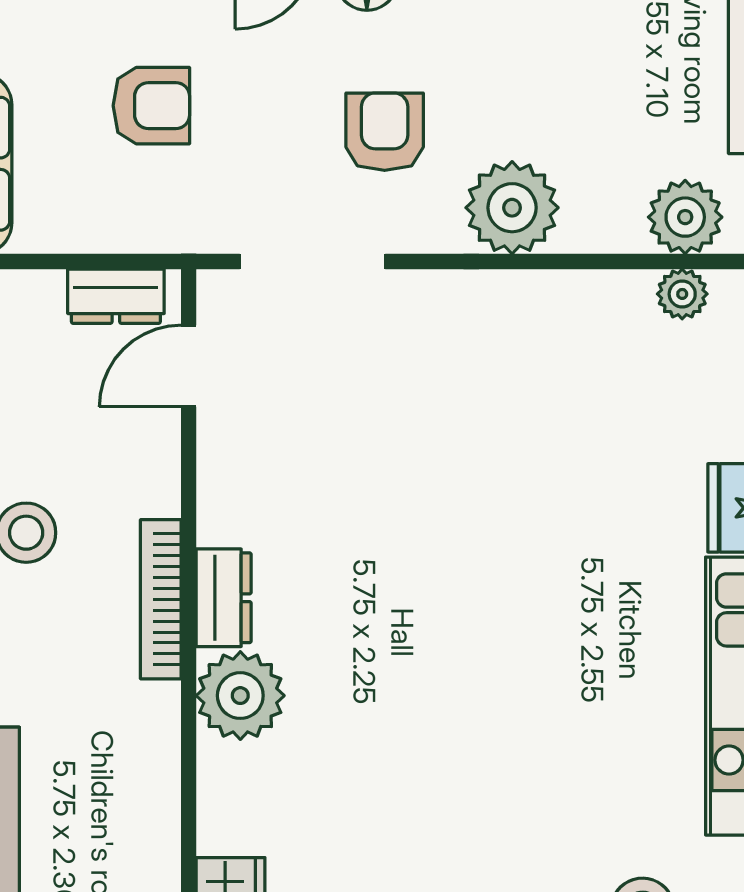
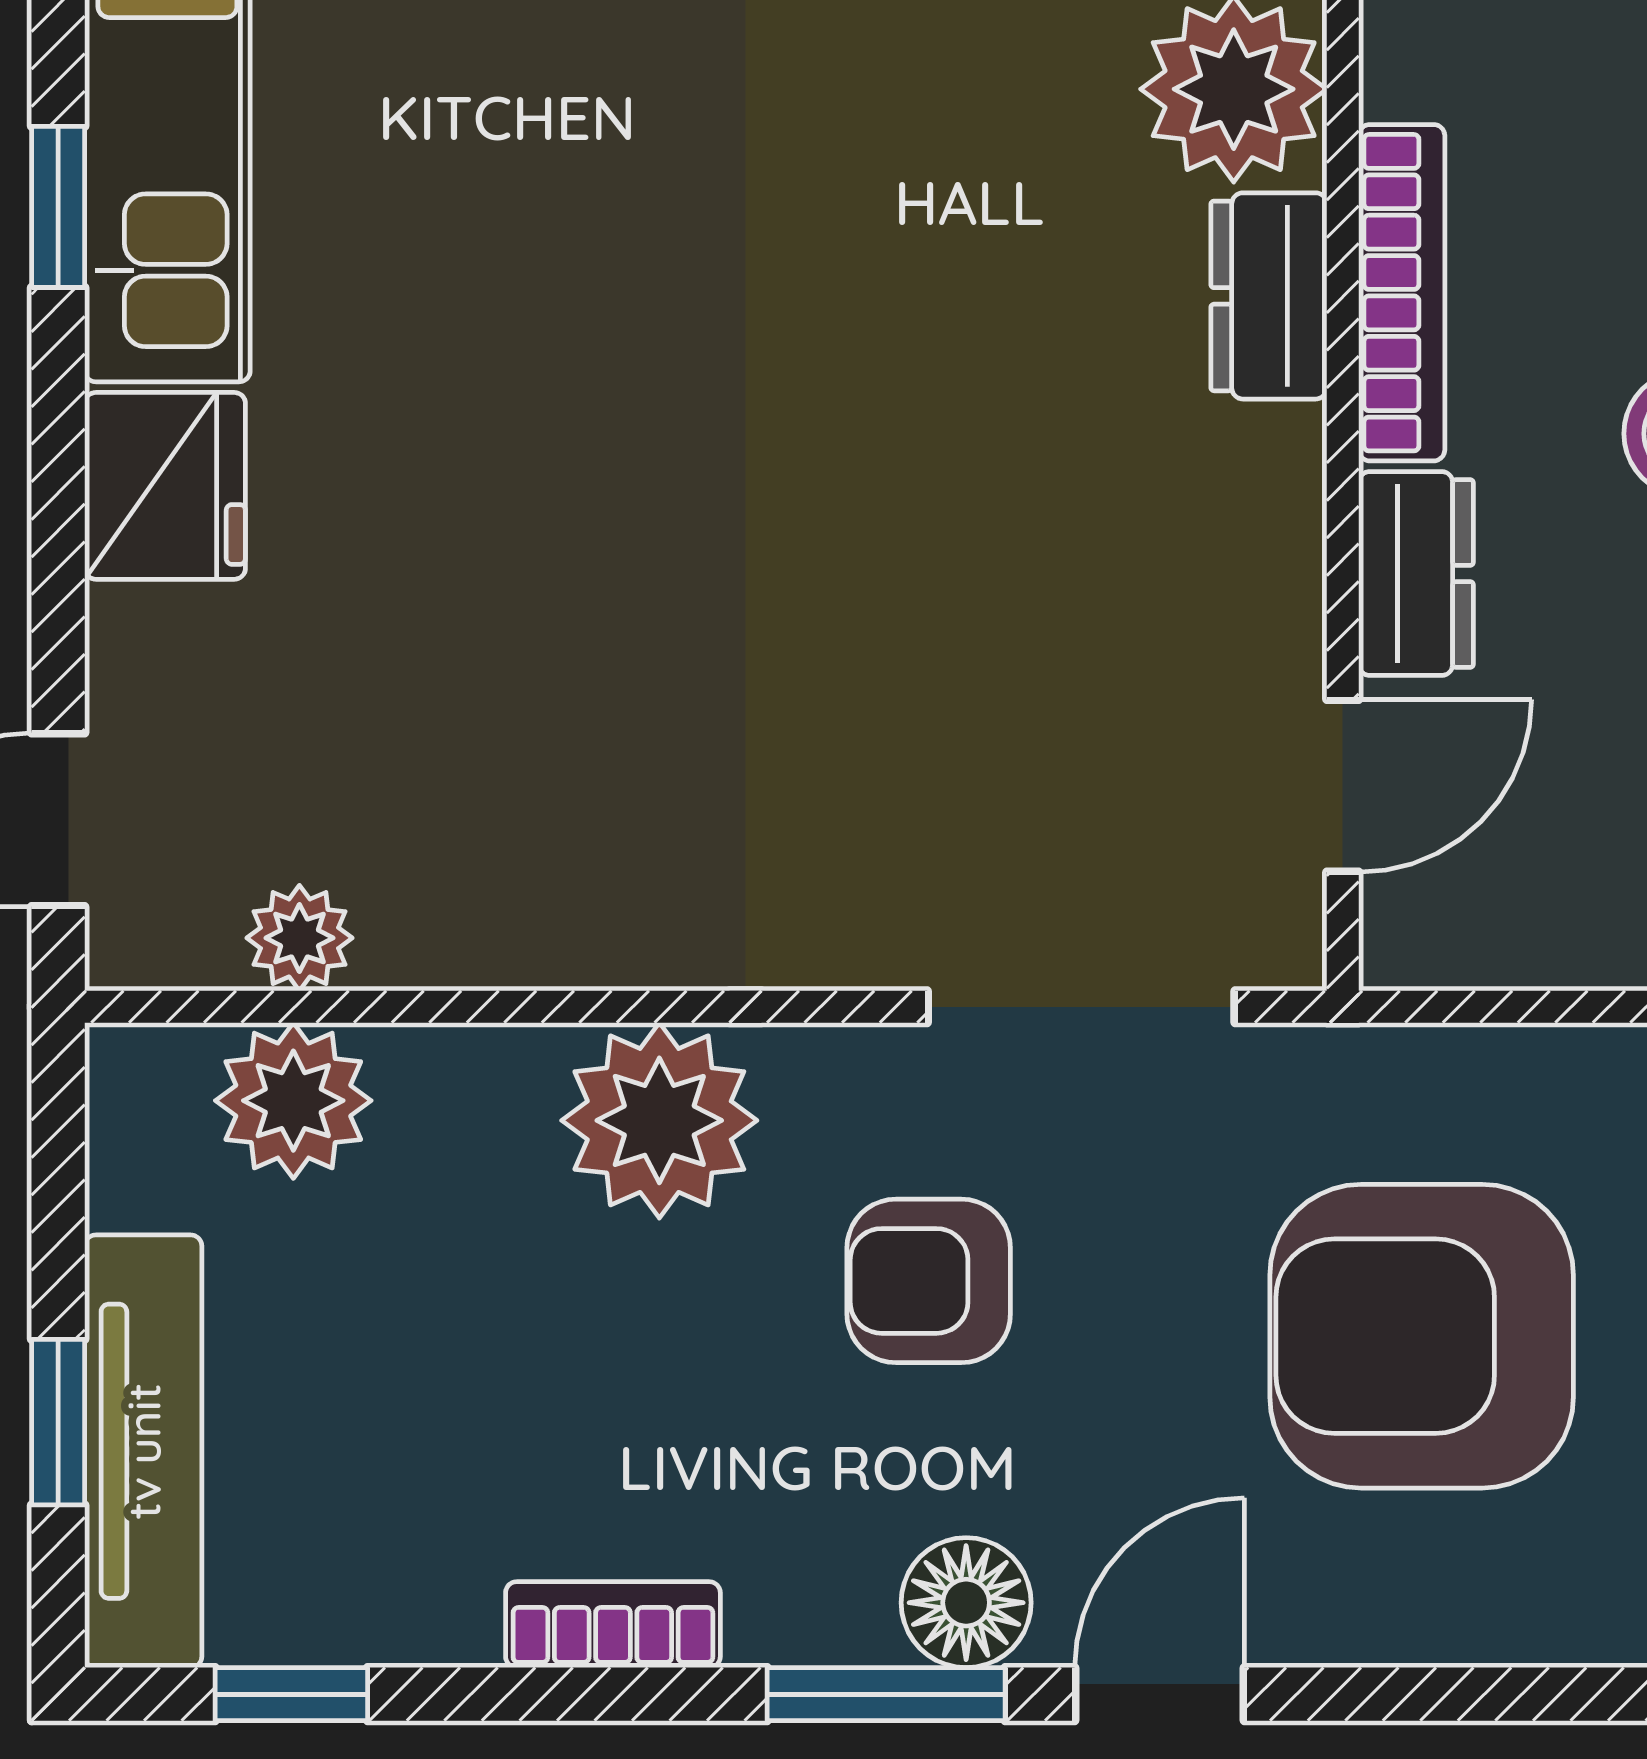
armchair: (151, 106) -> (1422, 1336), width x1.88, depth x1.88
armchair: (385, 132) -> (929, 1281), turned 90
dresser: (116, 296) -> (1416, 573), moved, turned 90

